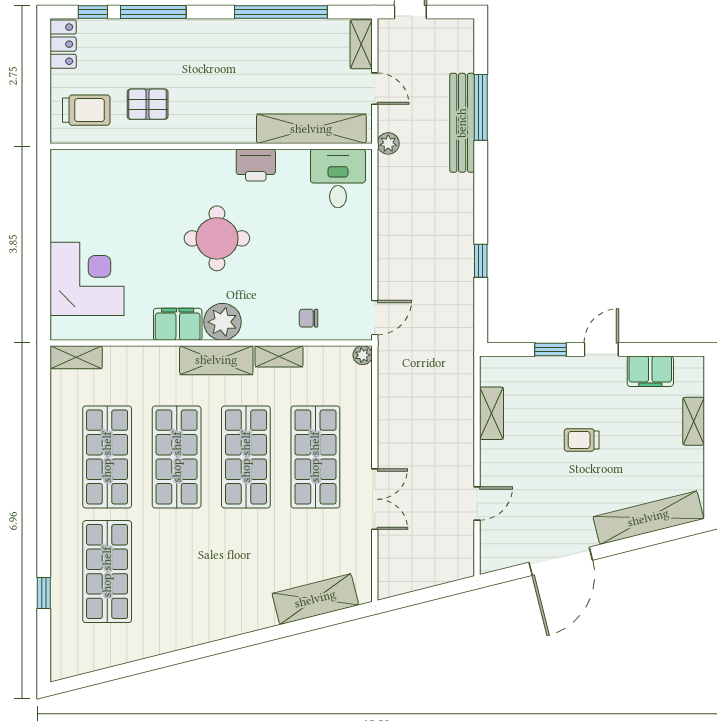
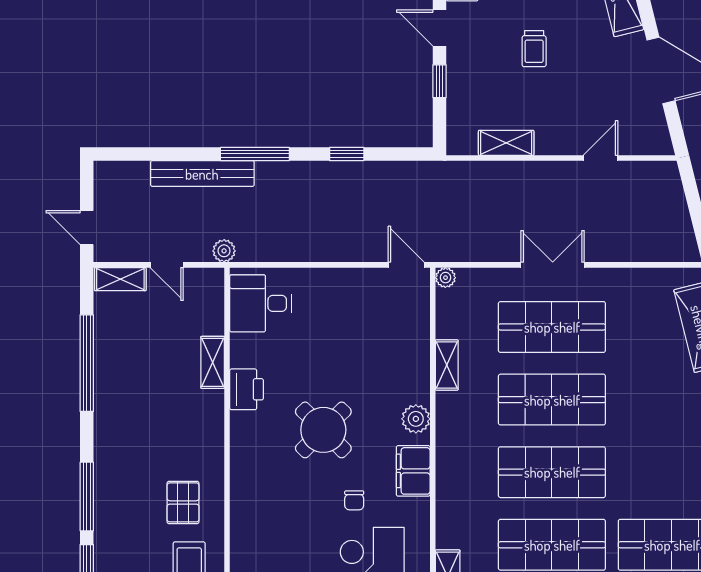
door: (375, 89) -> (167, 265), swing flipped
window: (481, 107) -> (255, 154), moved
shelving: (311, 129) -> (213, 362), width x0.45, depth x0.75
round table: (217, 238) -> (323, 430), turned 45
chair: (309, 318) -> (354, 500), moved
plant: (223, 322) -> (416, 419), width x0.73, depth x0.73
shelving: (216, 360) -> (451, 431), removed
double door: (375, 499) -> (553, 265), moved
door: (477, 503) -> (601, 158), hinge flipped

